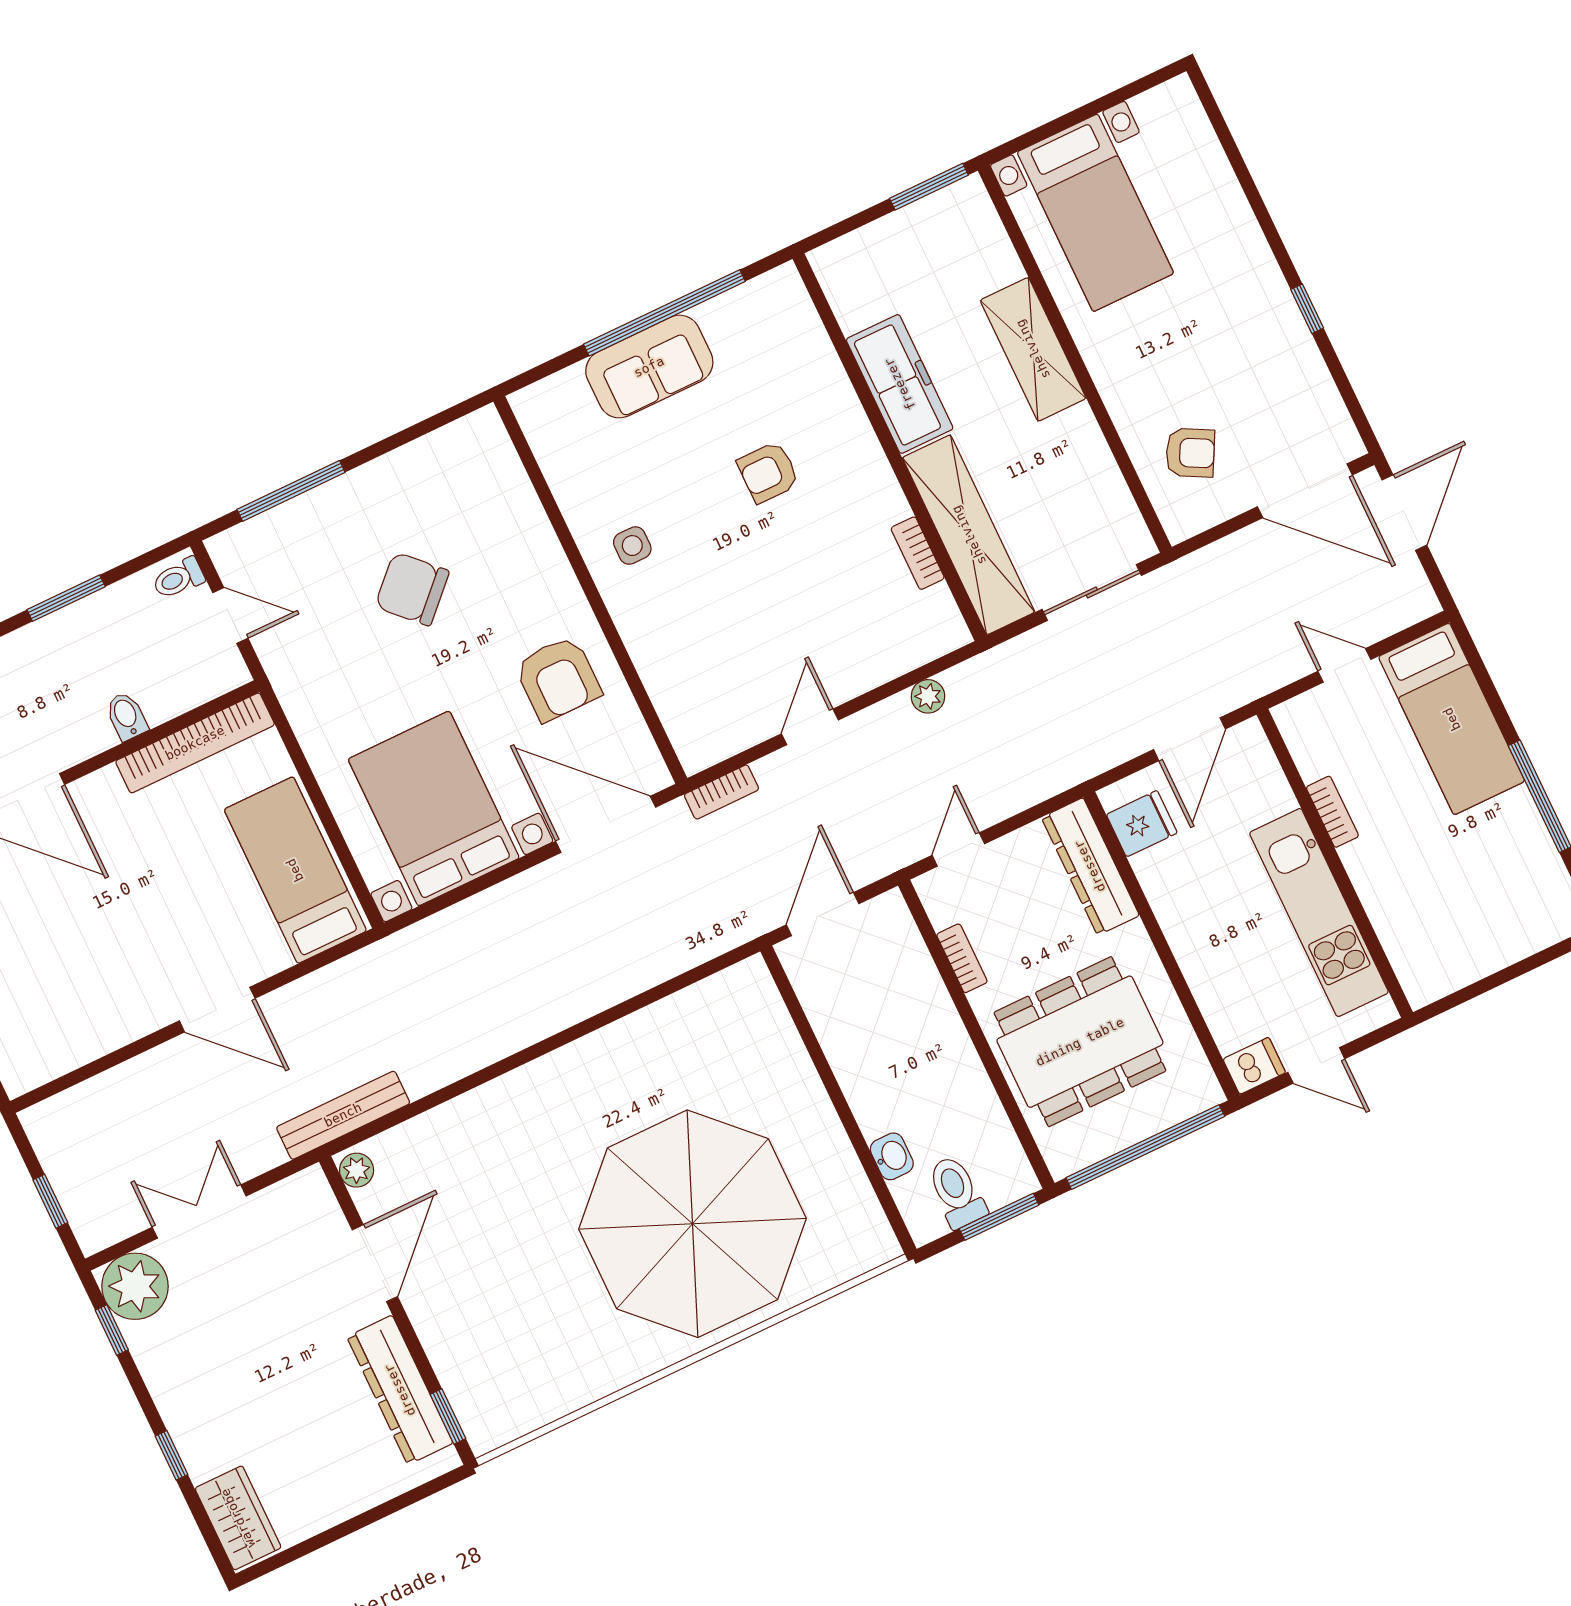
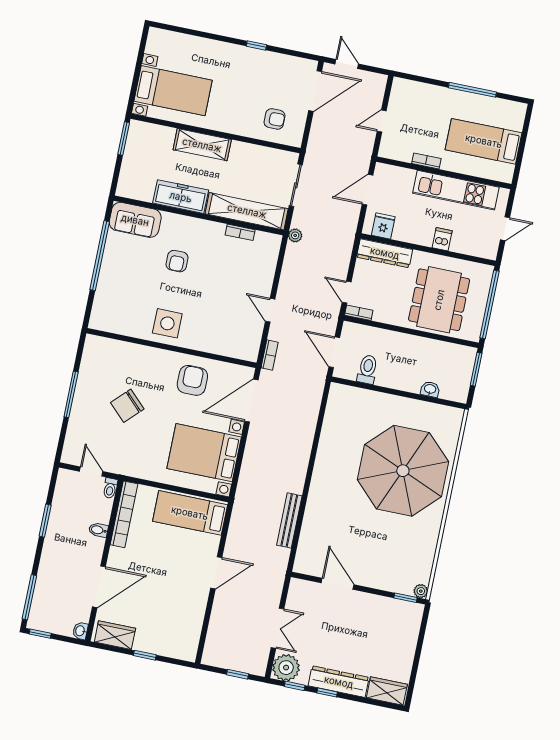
sofa: (649, 367) -> (135, 220), moved, turned 90
armchair: (1190, 453) -> (274, 119), turned 62
window: (291, 491) -> (71, 394), moved
door: (1404, 513) -> (347, 64), width x0.73
side table: (632, 546) -> (167, 323), width x1.87, depth x1.87
toilet: (178, 578) -> (110, 488), moved
door: (230, 615) -> (91, 471), hinge flipped
armchair: (558, 679) -> (192, 380), turned -90
plant: (928, 696) -> (295, 235), moved
bed: (1452, 719) -> (484, 141), moved, turned 180
door: (1189, 739) -> (368, 190), swing flipped
bookcase: (962, 958) -> (359, 313), moved
dishwasher: (1254, 1066) -> (442, 239), moved
bench: (343, 1115) -> (289, 520), moved
plant: (357, 1170) -> (421, 591), moved
toilet: (957, 1192) -> (367, 369), moved, turned 90
double door: (199, 1212) -> (278, 628), swing flipped
dresser: (400, 1390) -> (339, 682), moved, turned 180
window: (172, 1455) -> (327, 693), moved

